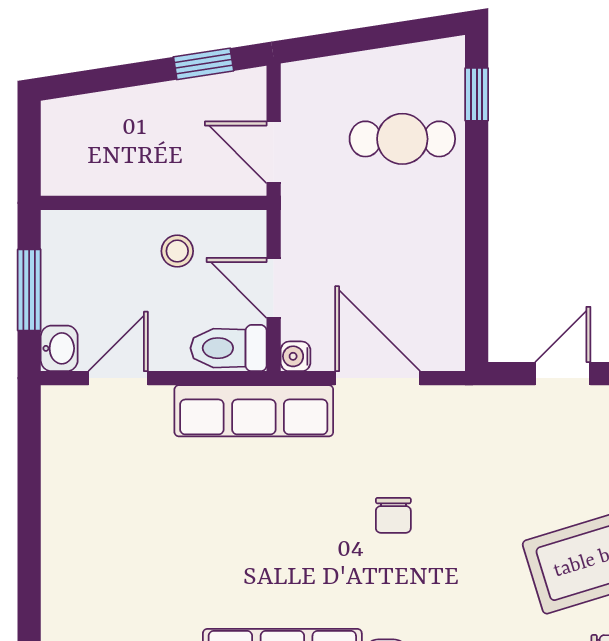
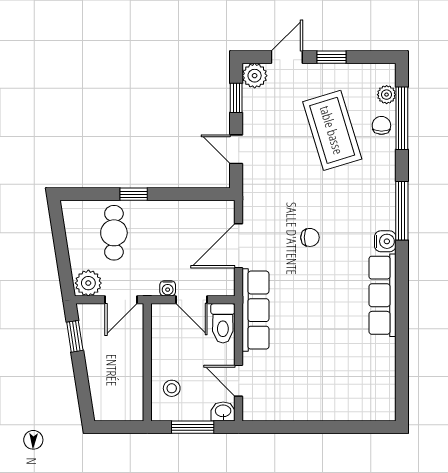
plant: (306, 90) -> (88, 283), added
window: (477, 94) -> (134, 194), moved
stool: (177, 251) -> (172, 388), moved
door: (274, 288) -> (192, 300), hinge flipped
water cooler: (295, 356) -> (168, 288), moved

